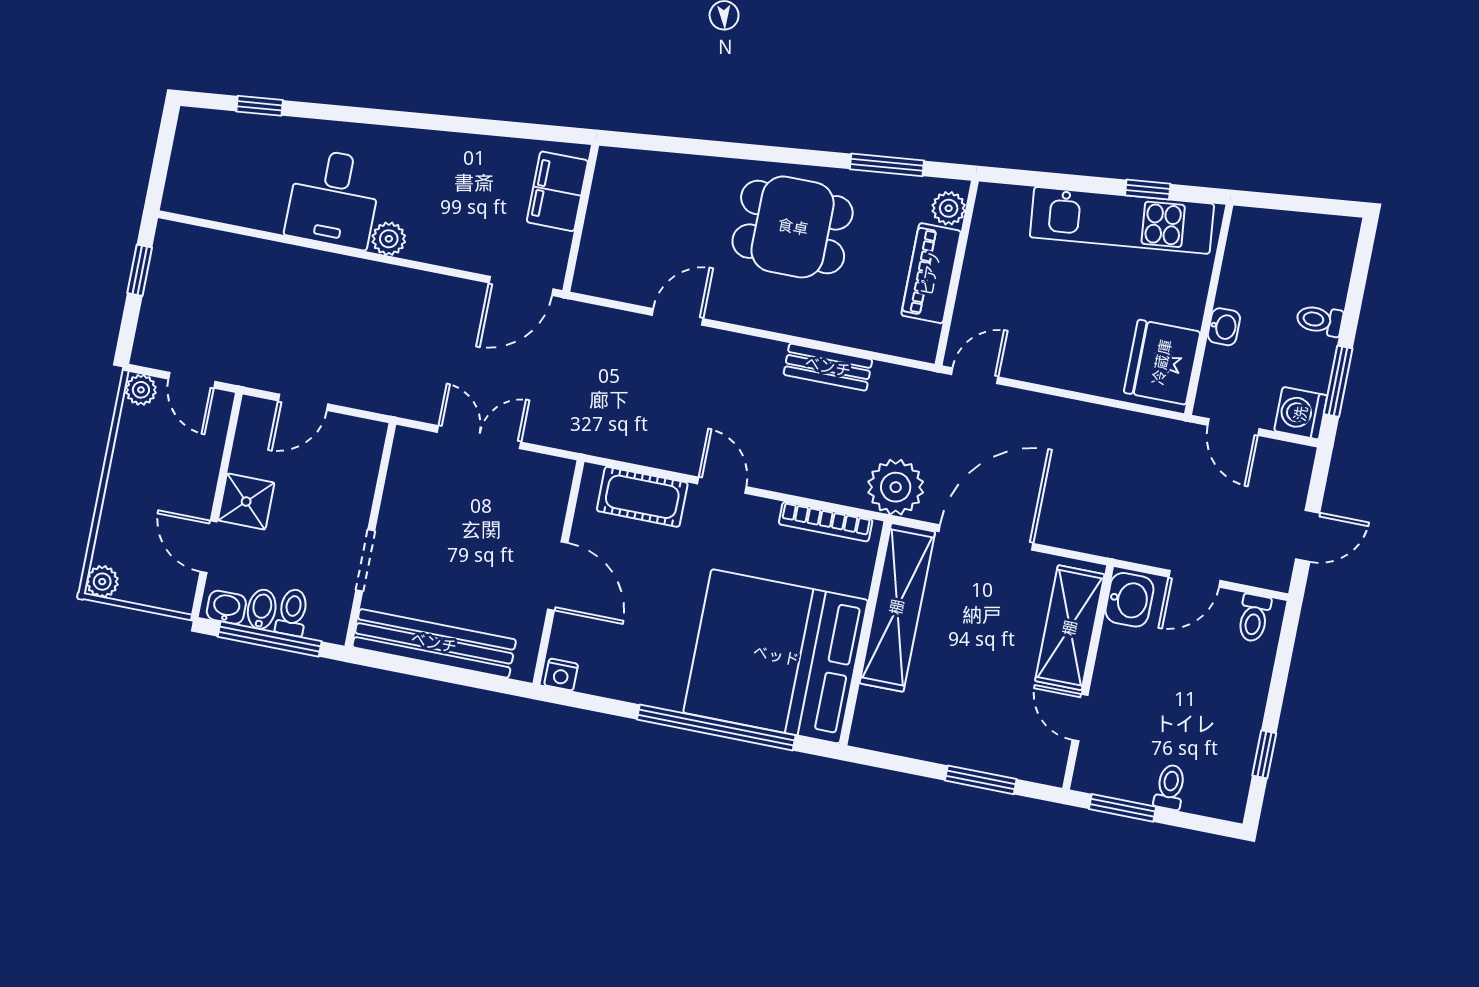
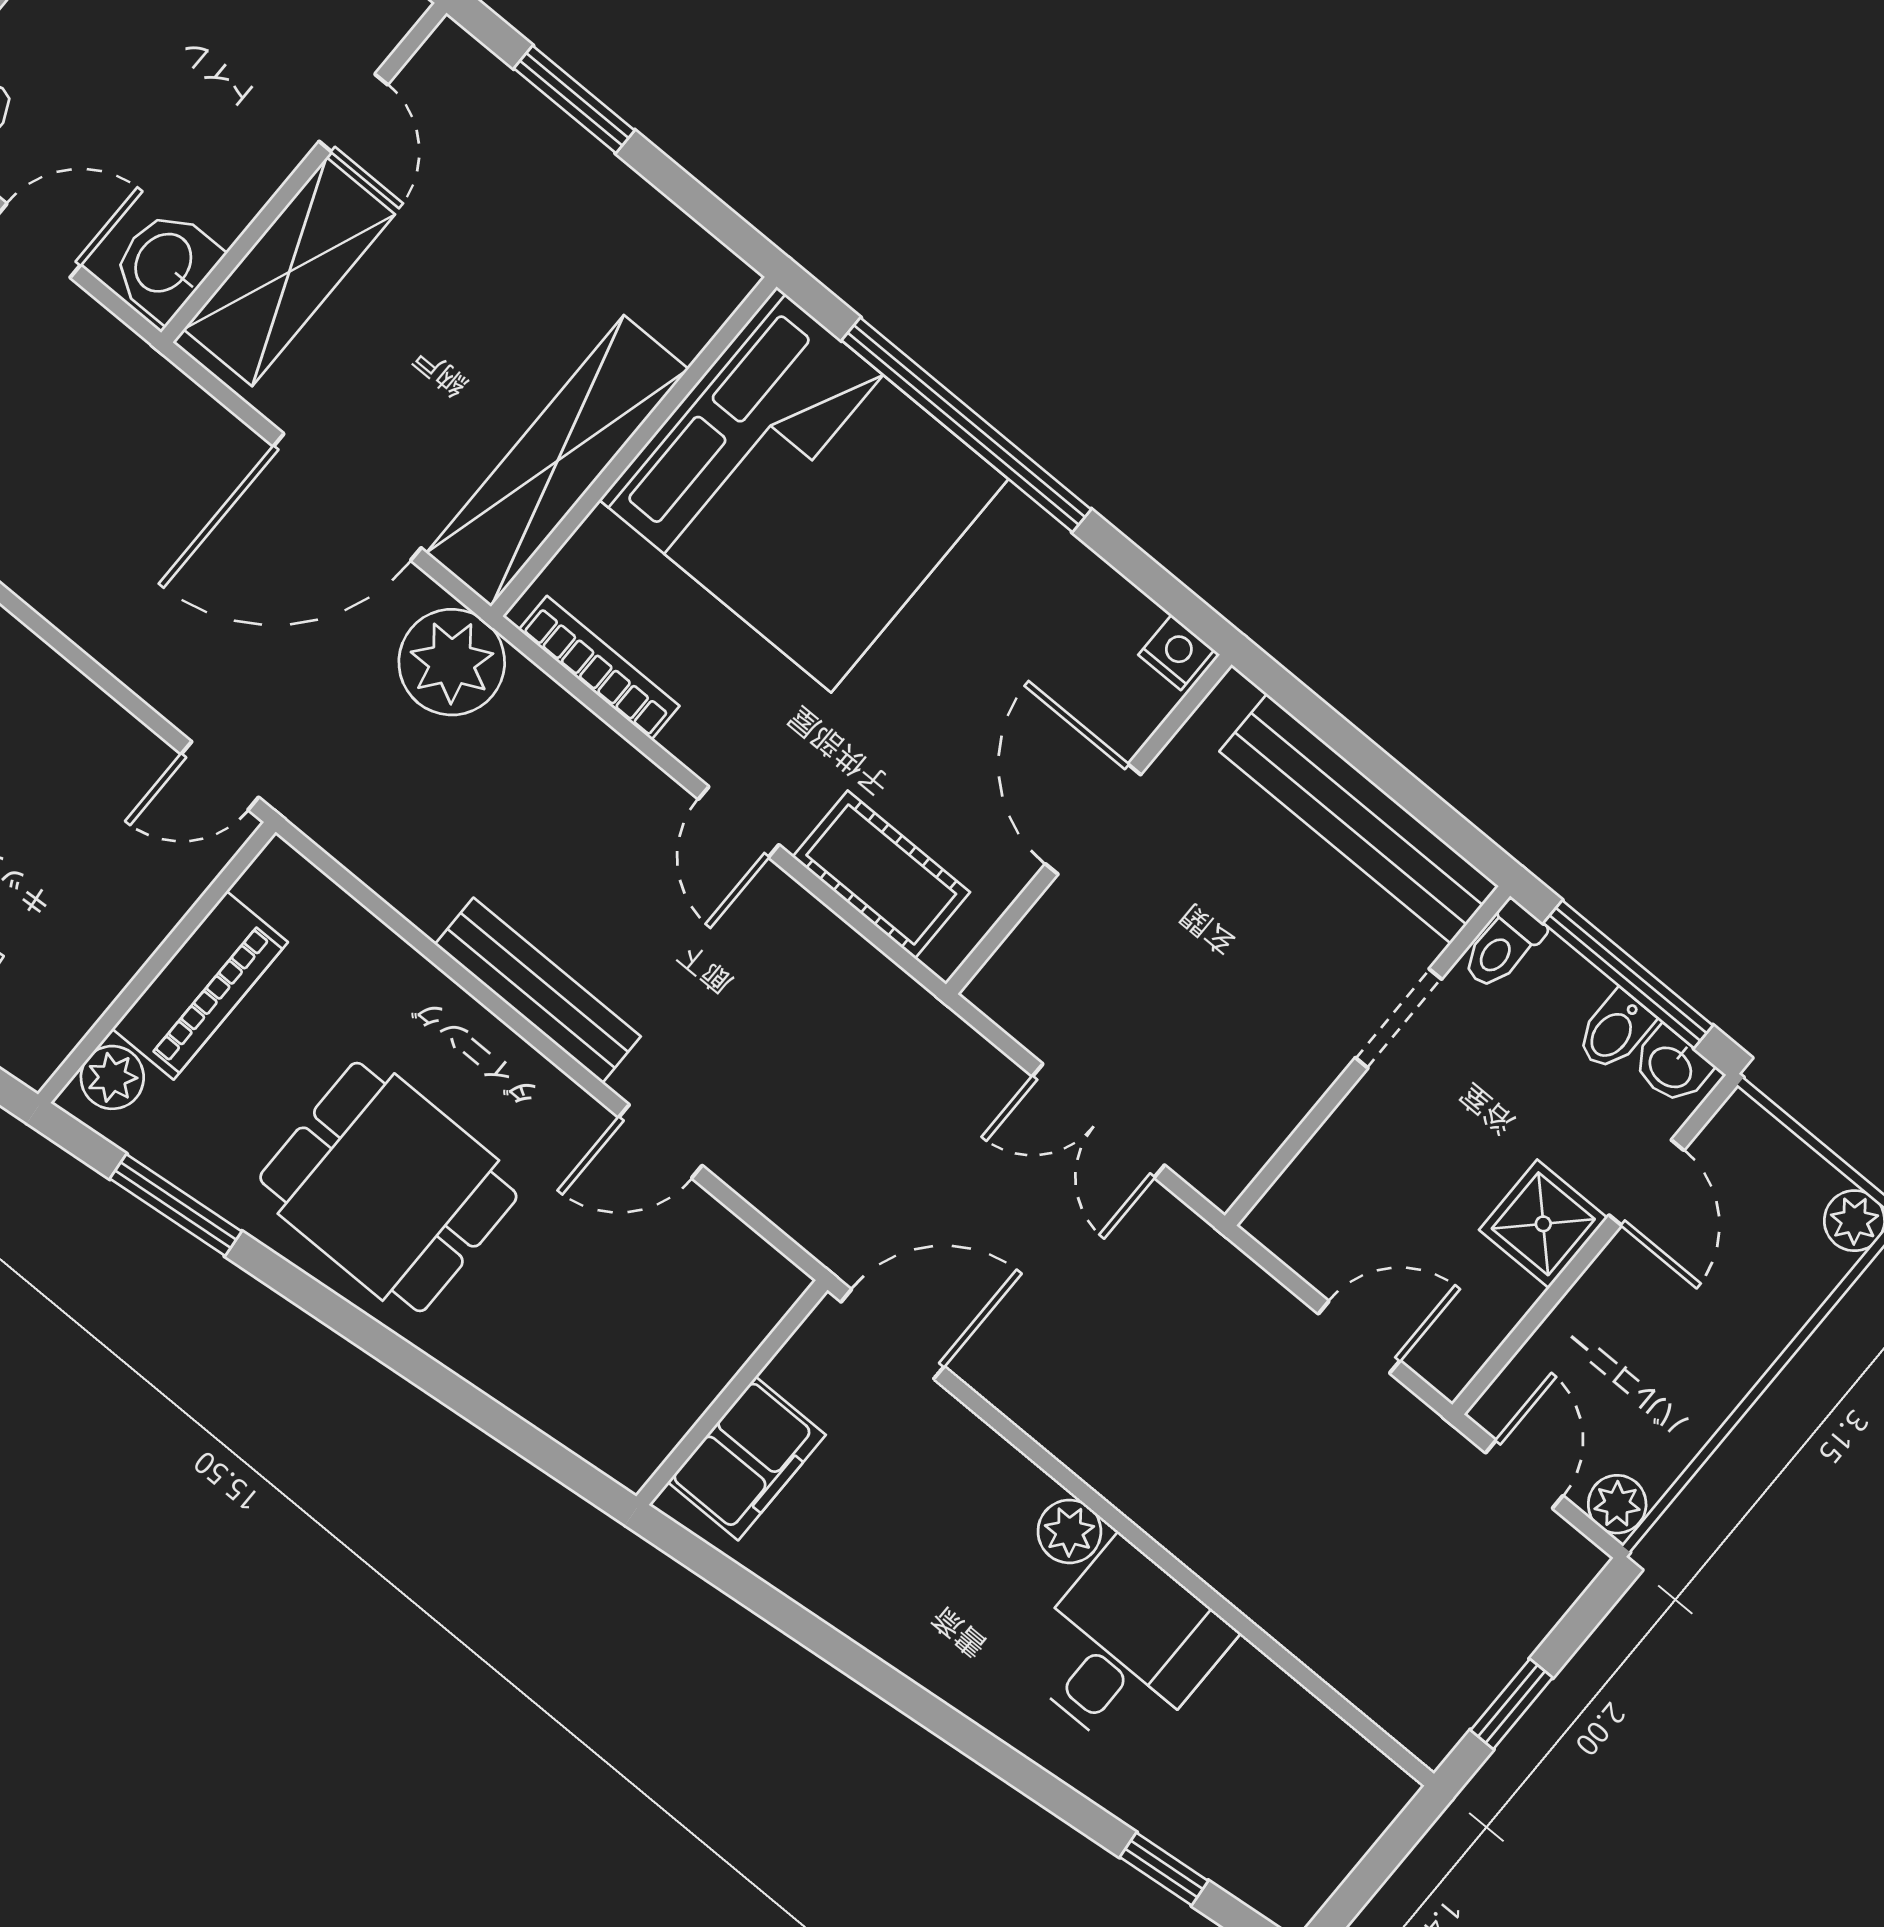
bench: (828, 367) -> (538, 990), moved, width x1.36
toilet: (292, 612) -> (1503, 946), moved

